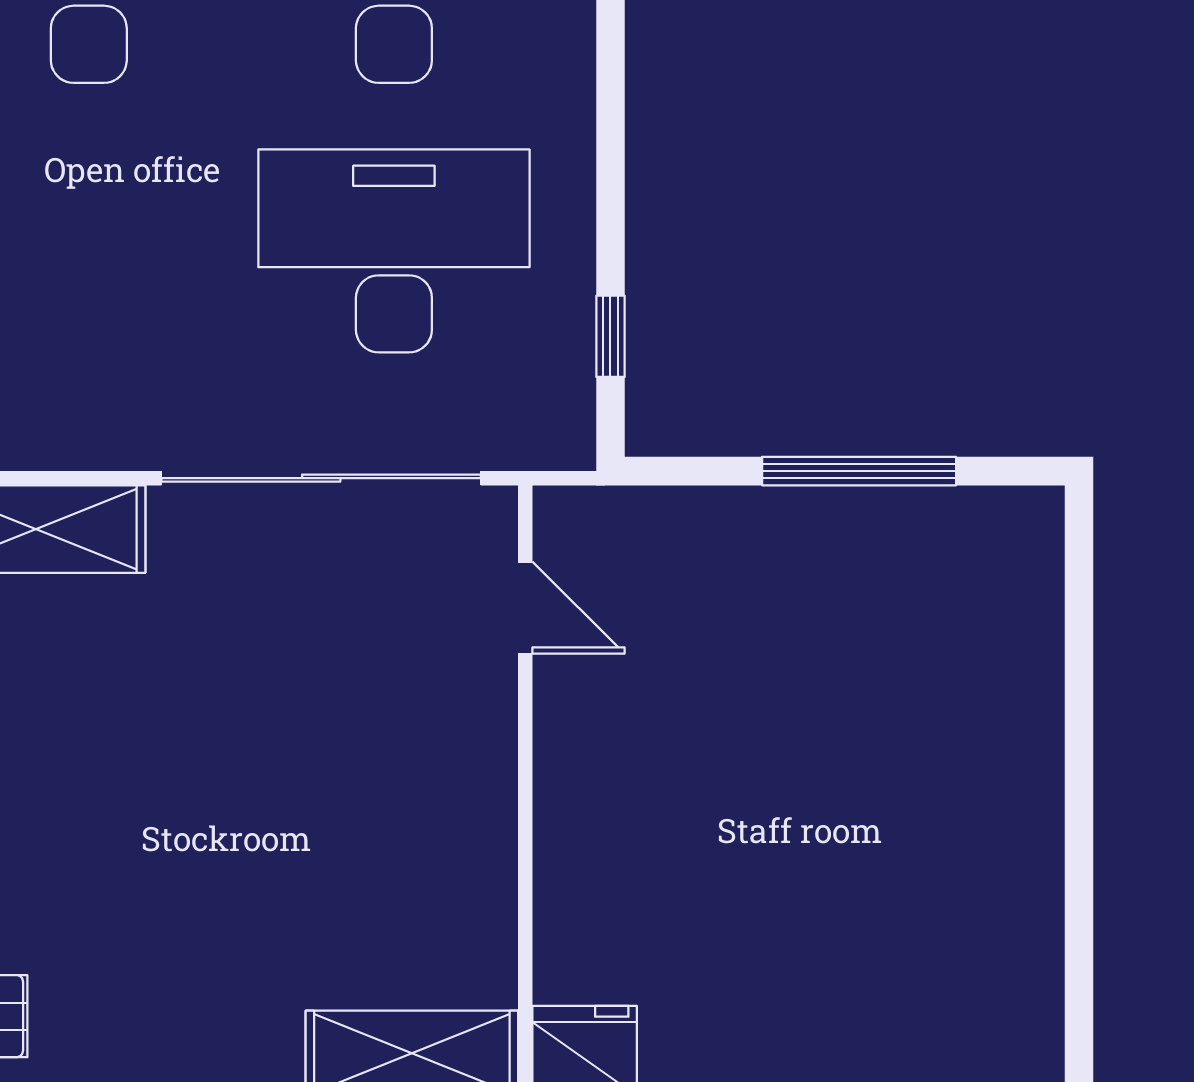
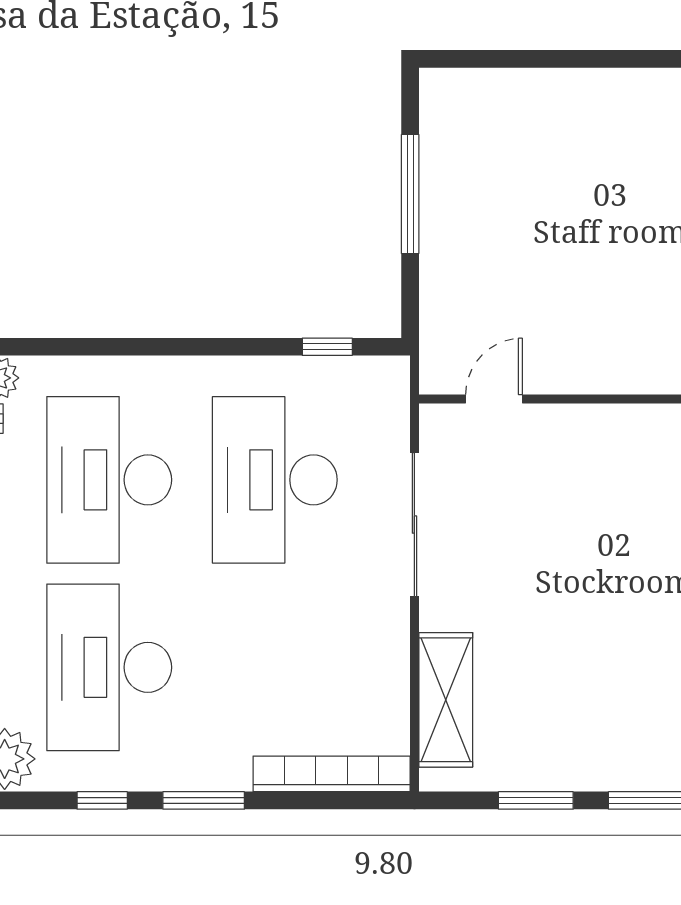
sliding door: (321, 478) -> (414, 525), width x0.73

